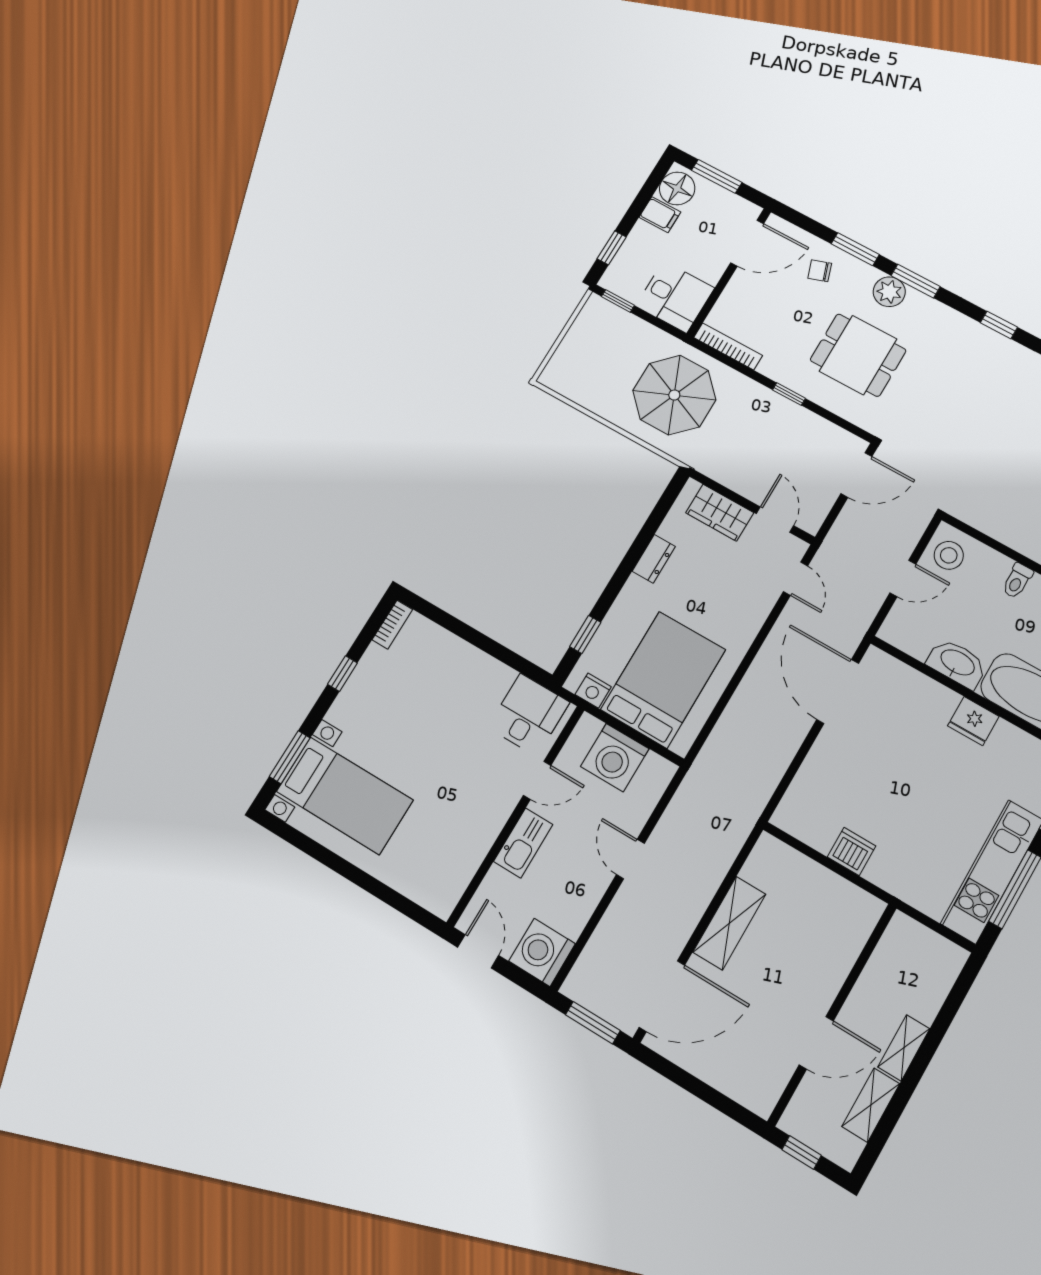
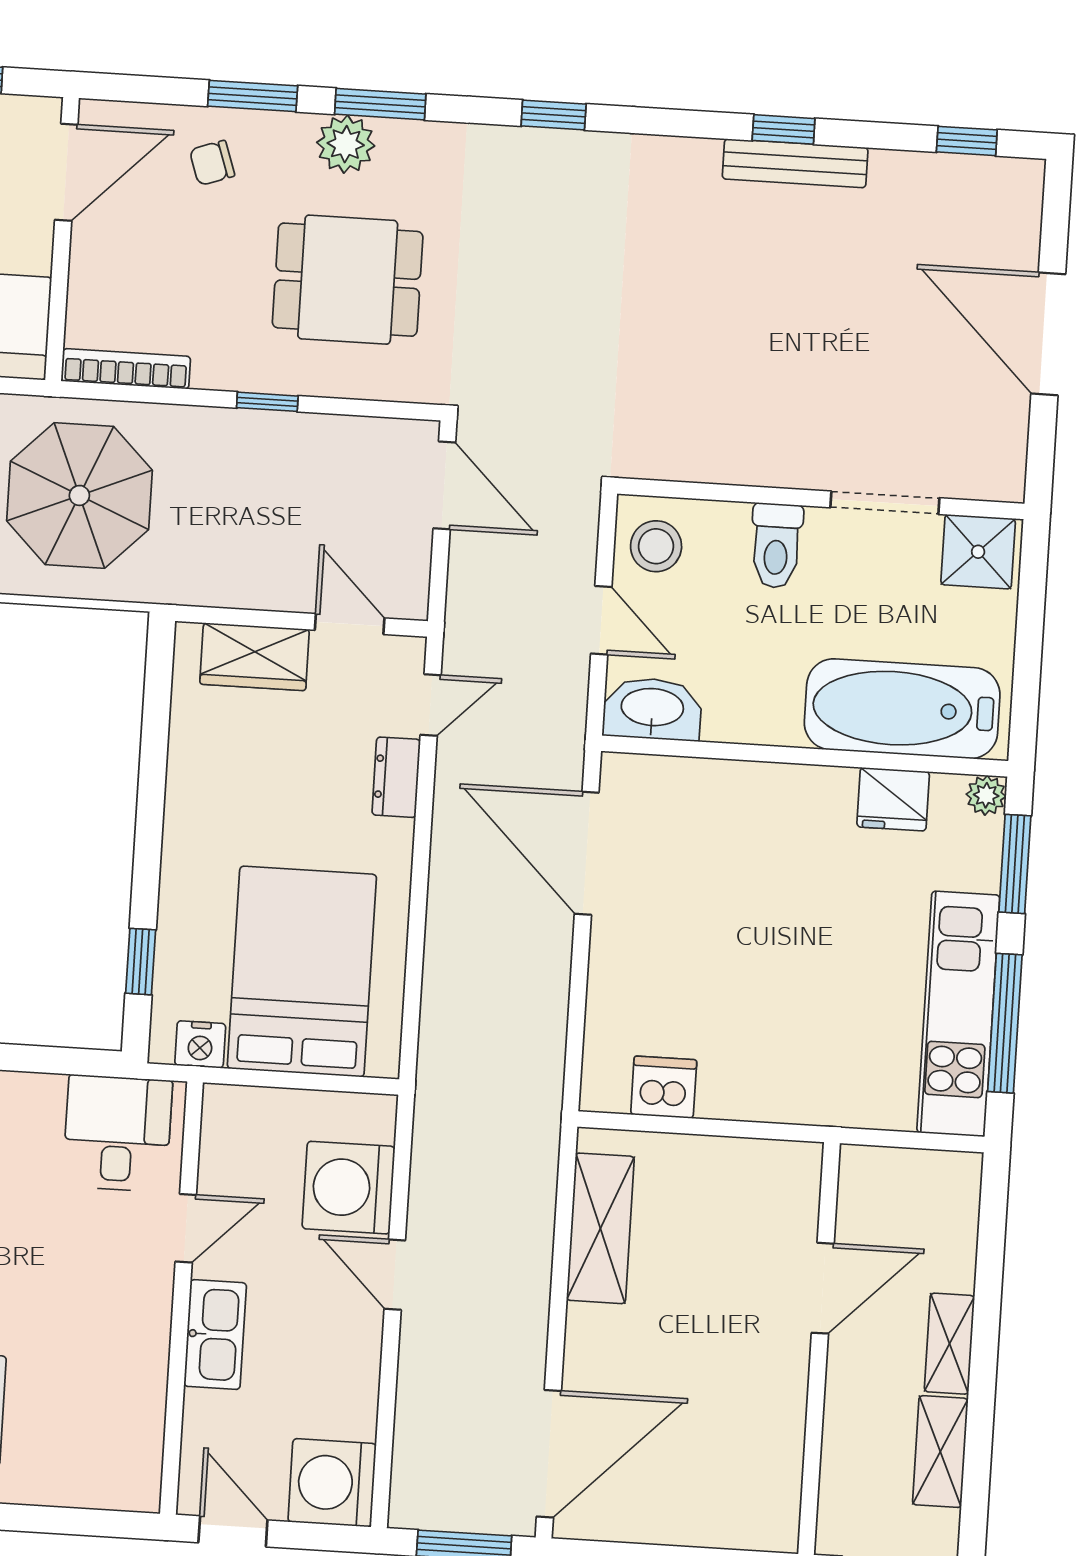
door: (856, 475) -> (444, 485), hinge flipped
dresser: (654, 559) -> (396, 777), moved, turned 180
door: (795, 579) -> (431, 705), hinge flipped
door: (903, 579) -> (601, 620), hinge flipped
toilet: (1017, 581) -> (776, 546), width x1.37, depth x1.39
washbasin: (957, 663) -> (652, 709), moved
fridge: (973, 721) -> (893, 799), moved
washing machine: (615, 758) -> (349, 1188), moved, turned 90
dishwasher: (852, 851) -> (664, 1087), moved
shelving: (729, 923) -> (600, 1228), moved
door: (816, 1043) -> (823, 1288), moved

